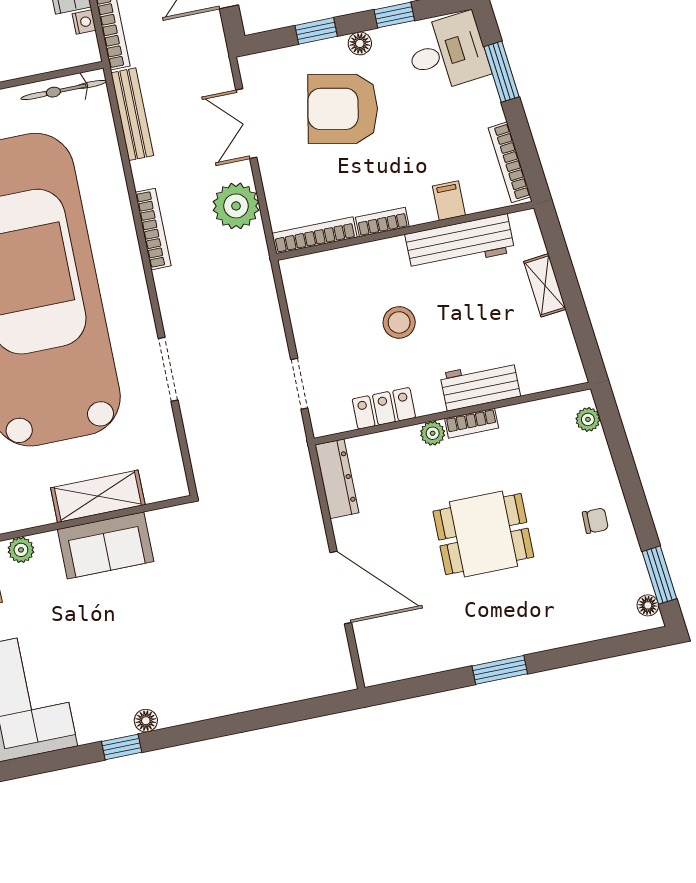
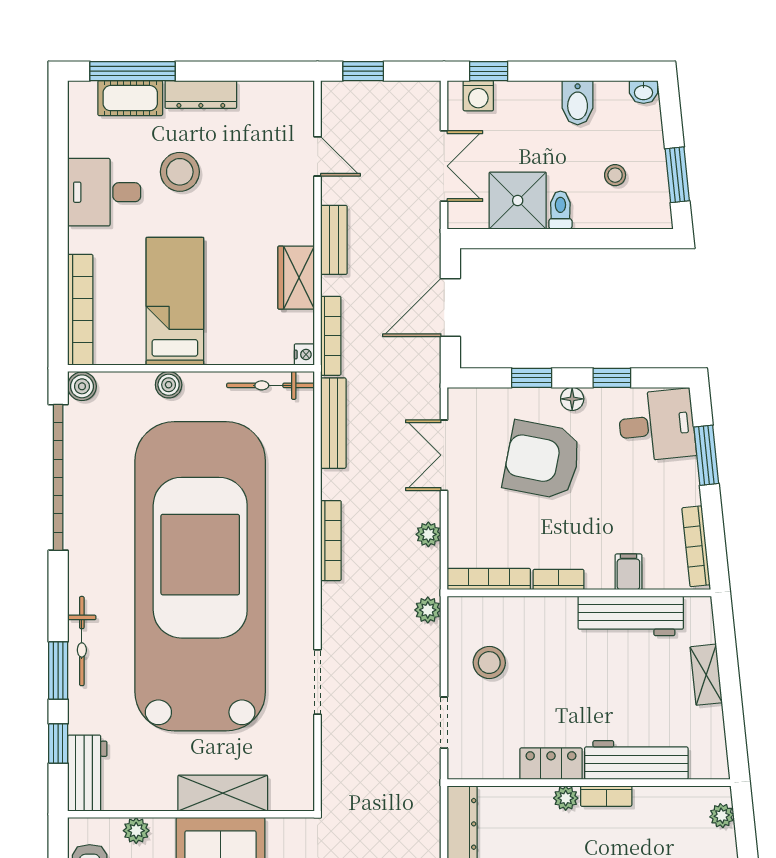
nightstand: (84, 22) -> (304, 355), moved
plant: (236, 206) -> (428, 534), width x0.53, depth x0.53
plant: (261, 277) -> (428, 610), added
stool: (399, 322) -> (489, 663), moved
workbench: (480, 385) -> (636, 760), width x1.38
locker: (384, 408) -> (551, 764), moved

